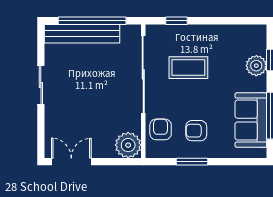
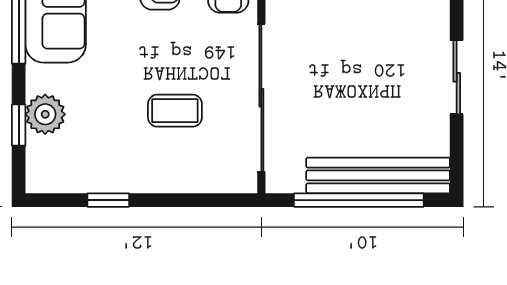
window: (177, 21) -> (108, 200), moved
coffee table: (188, 68) -> (175, 111), width x0.73, depth x0.77

